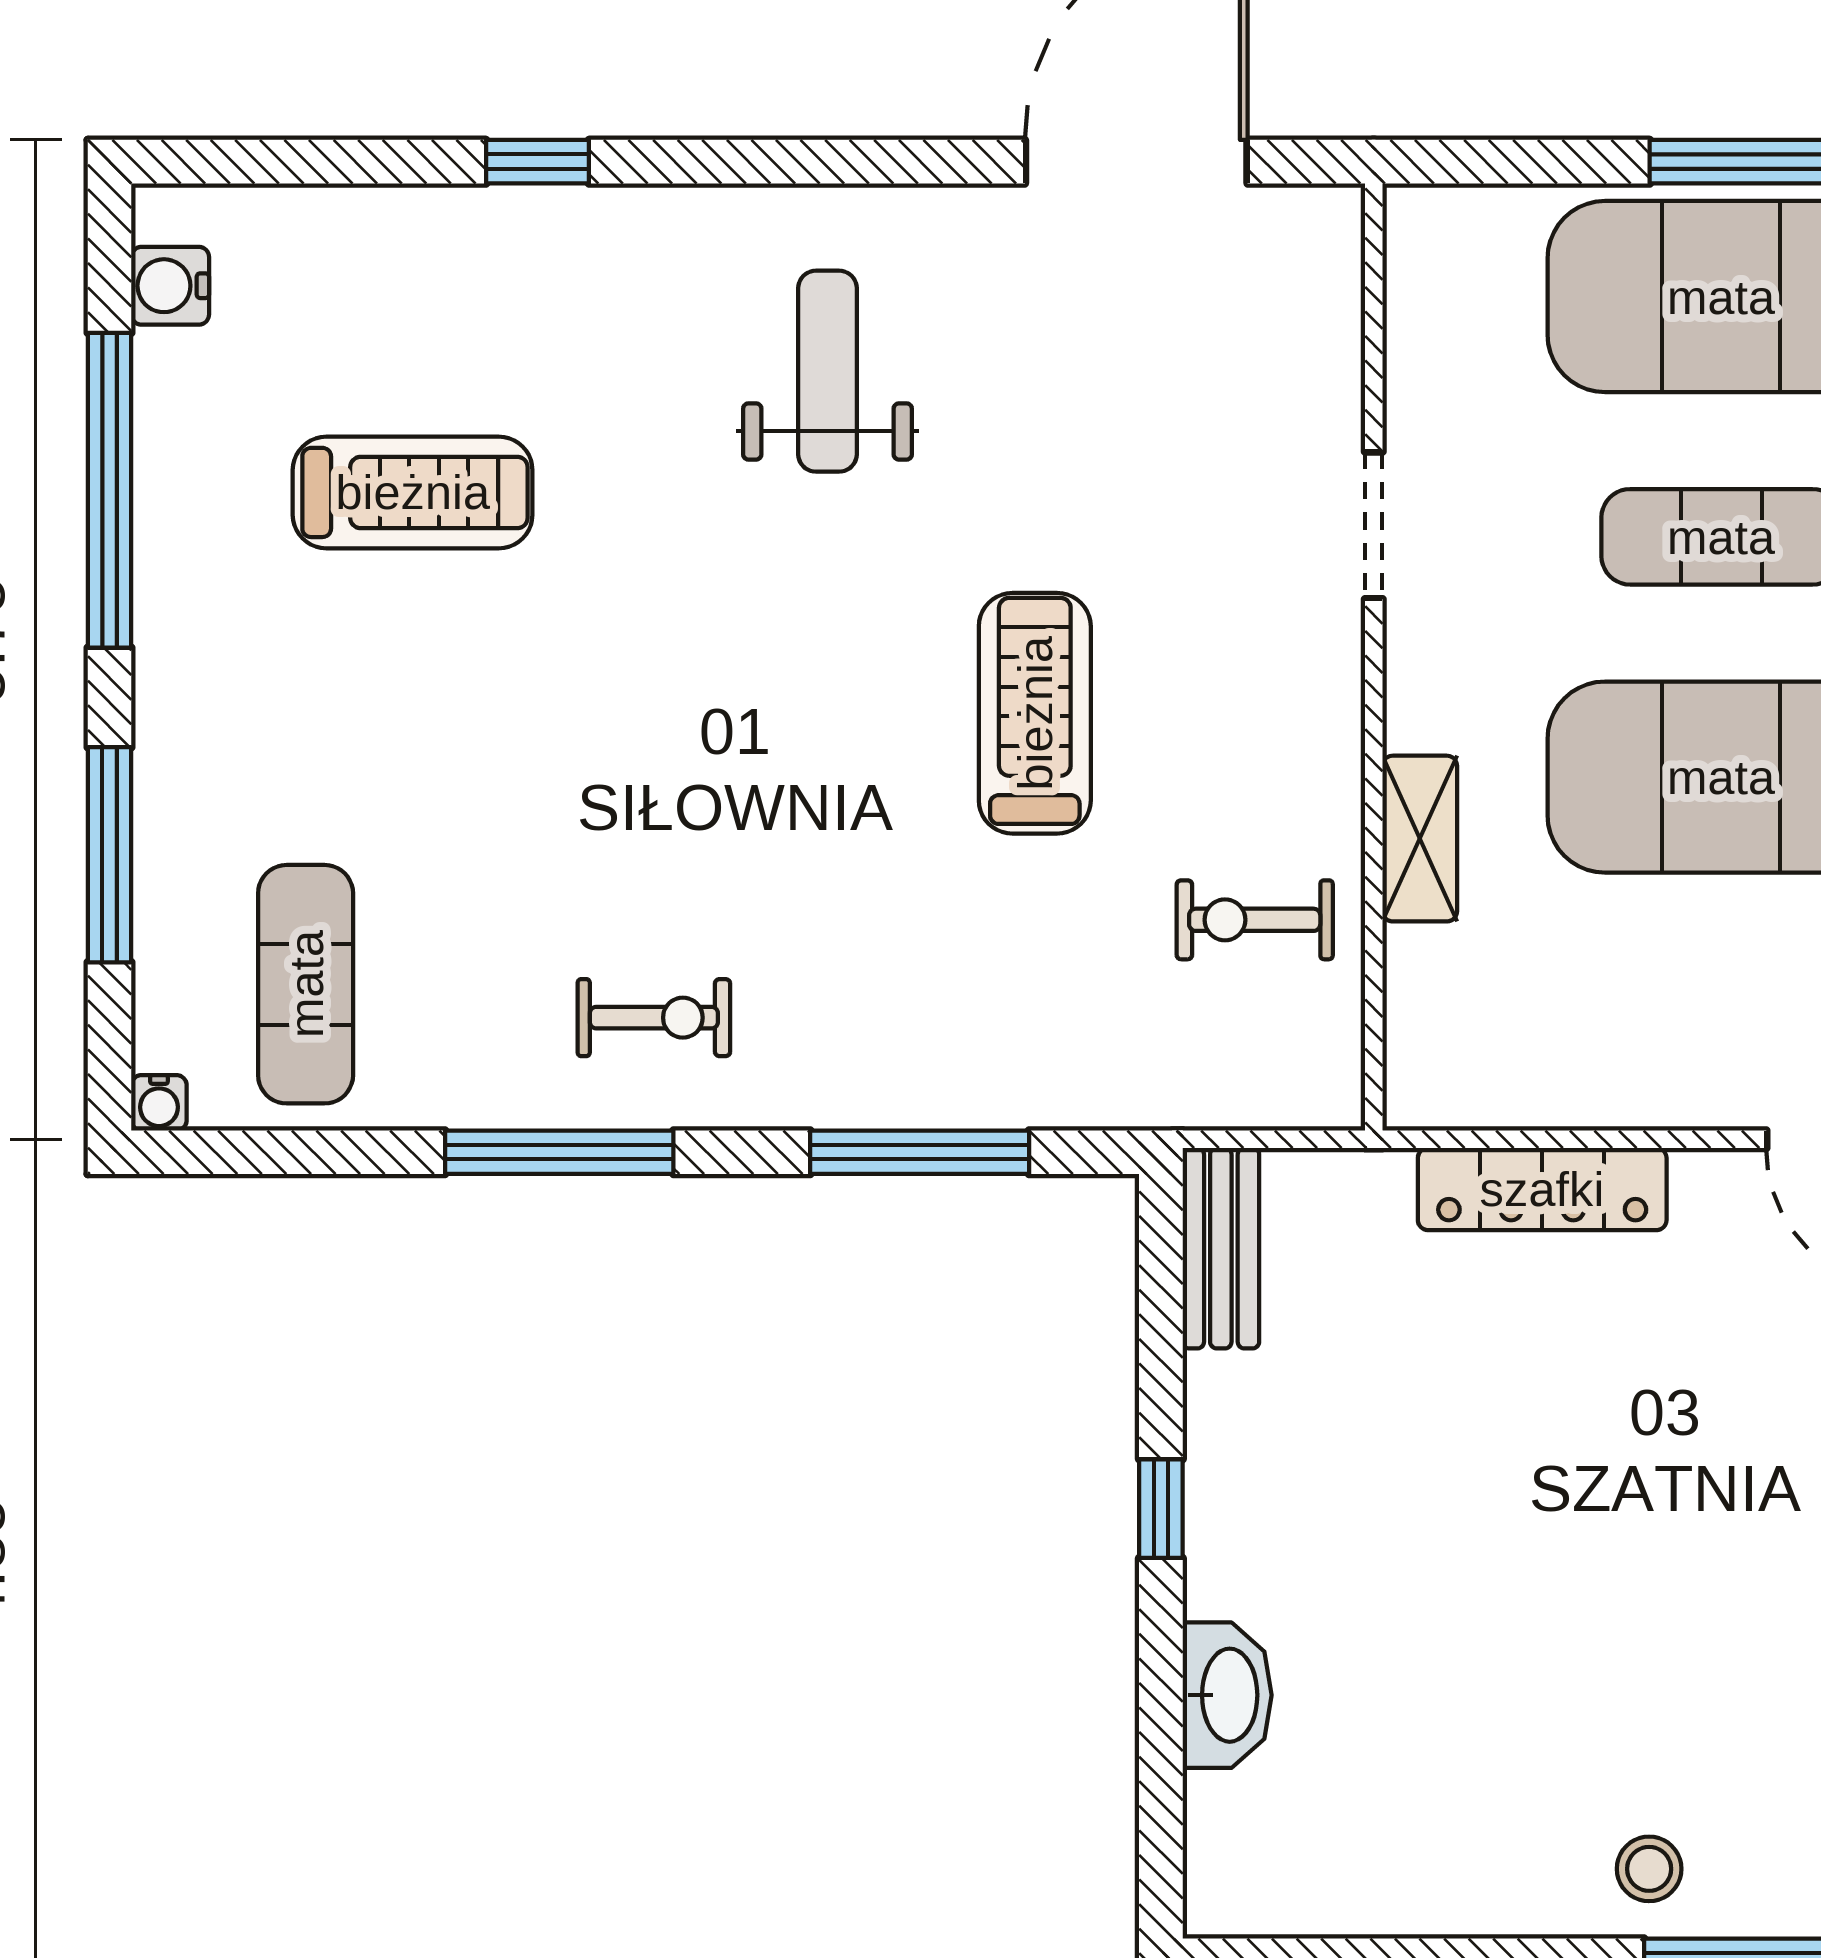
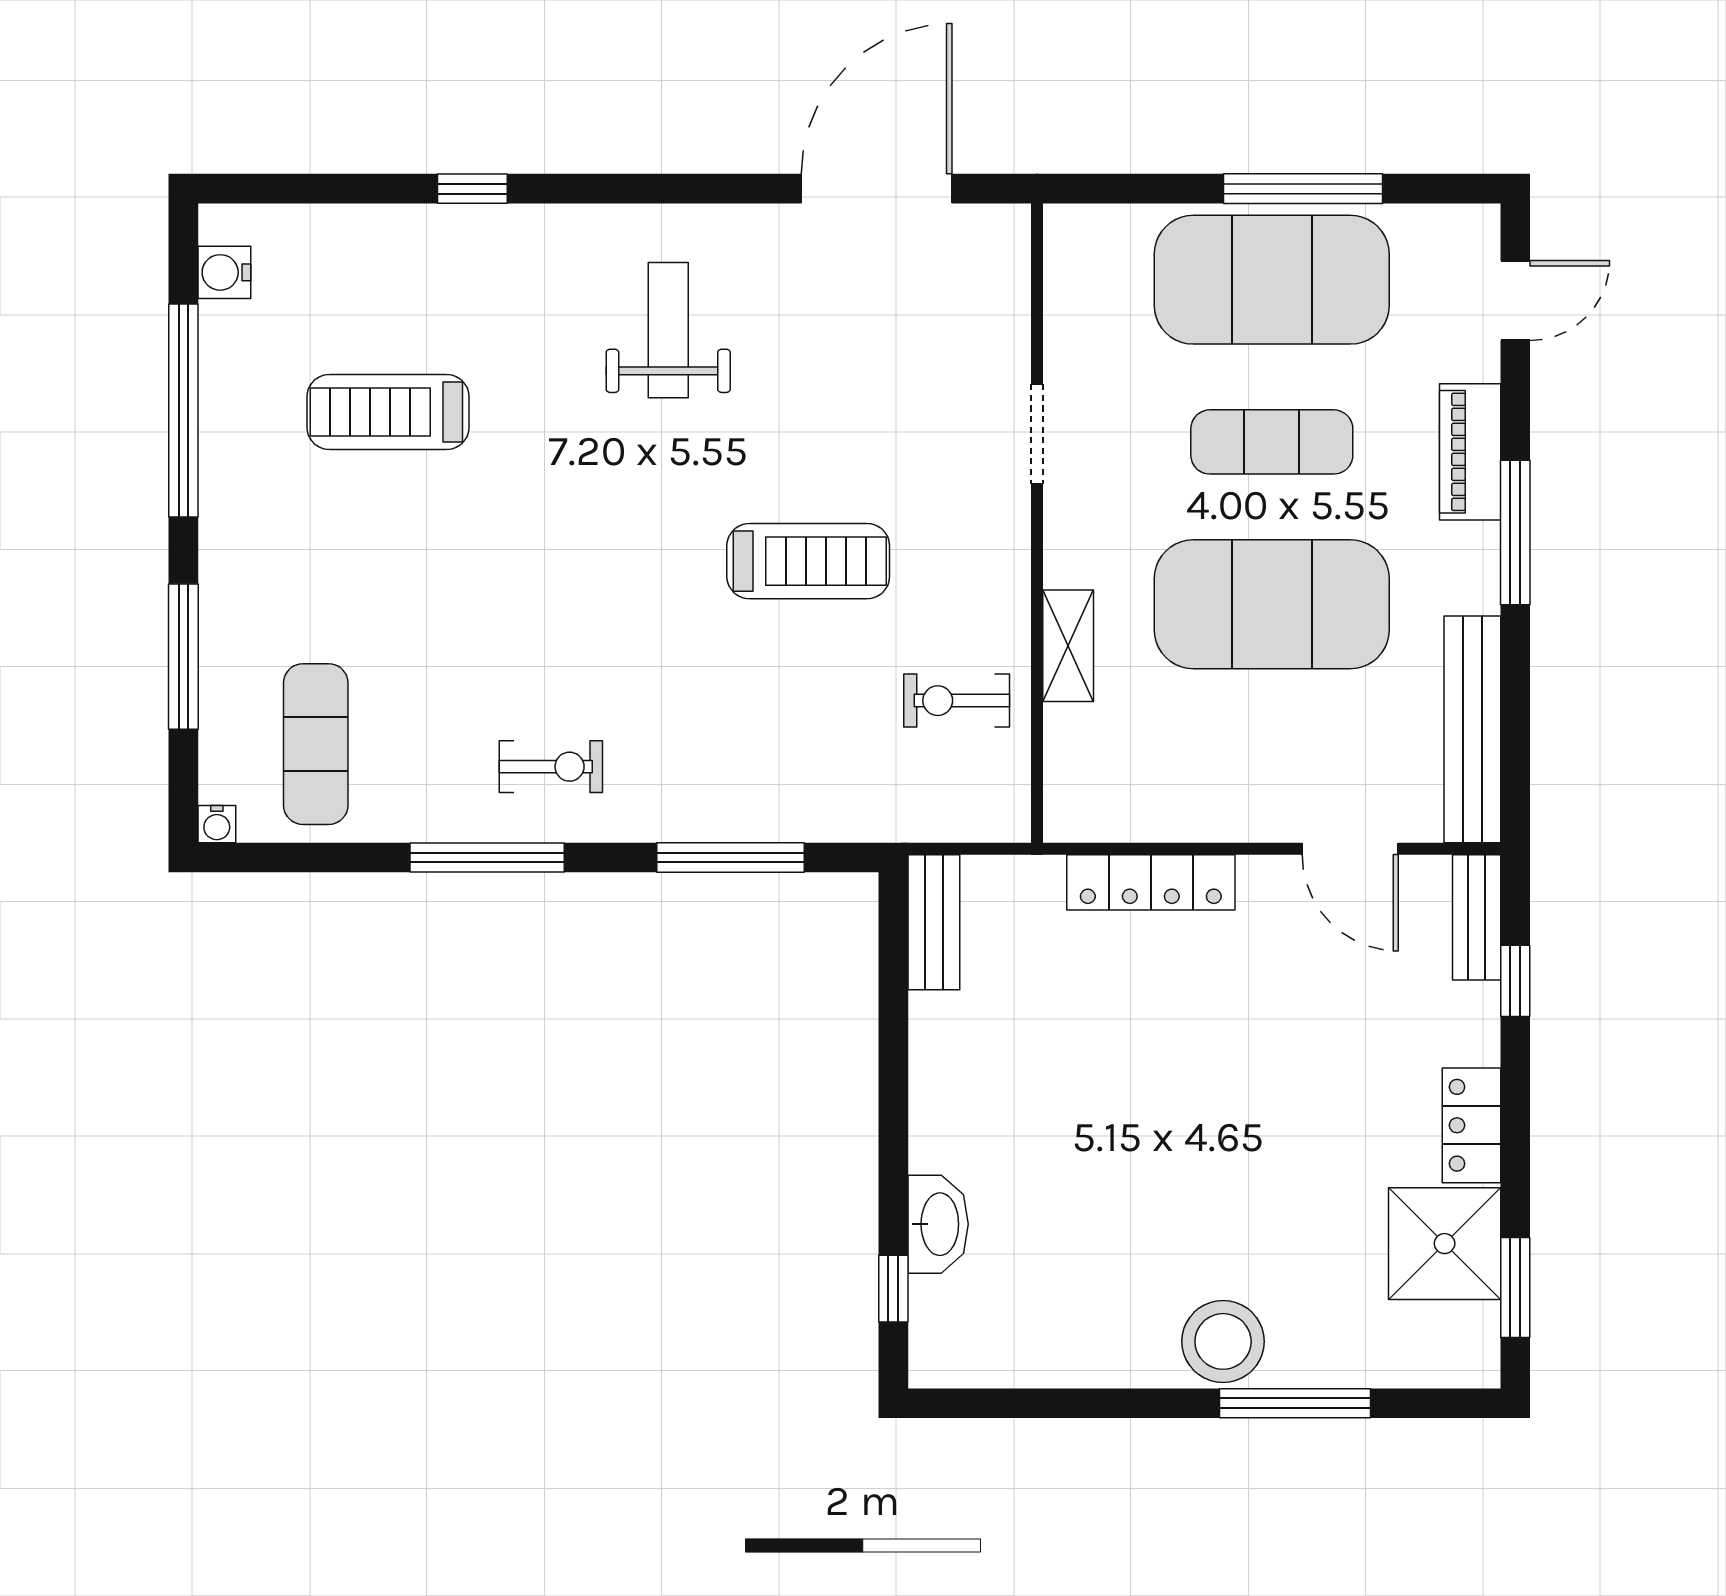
treadmill: (413, 492) -> (388, 412), turned 180
treadmill: (1035, 713) -> (808, 561), turned 90
window: (1161, 1509) -> (893, 1289), moved
stool: (1649, 1869) -> (1223, 1341), width x1.89, depth x1.89

